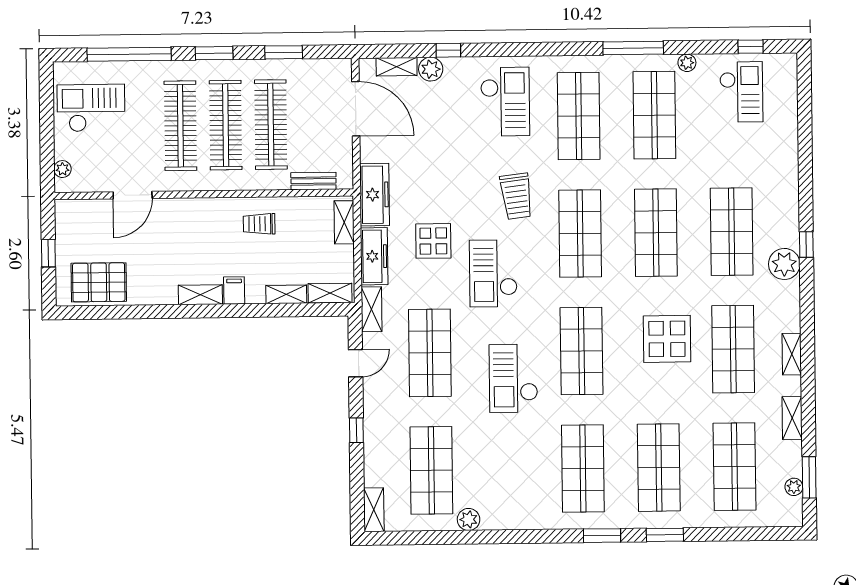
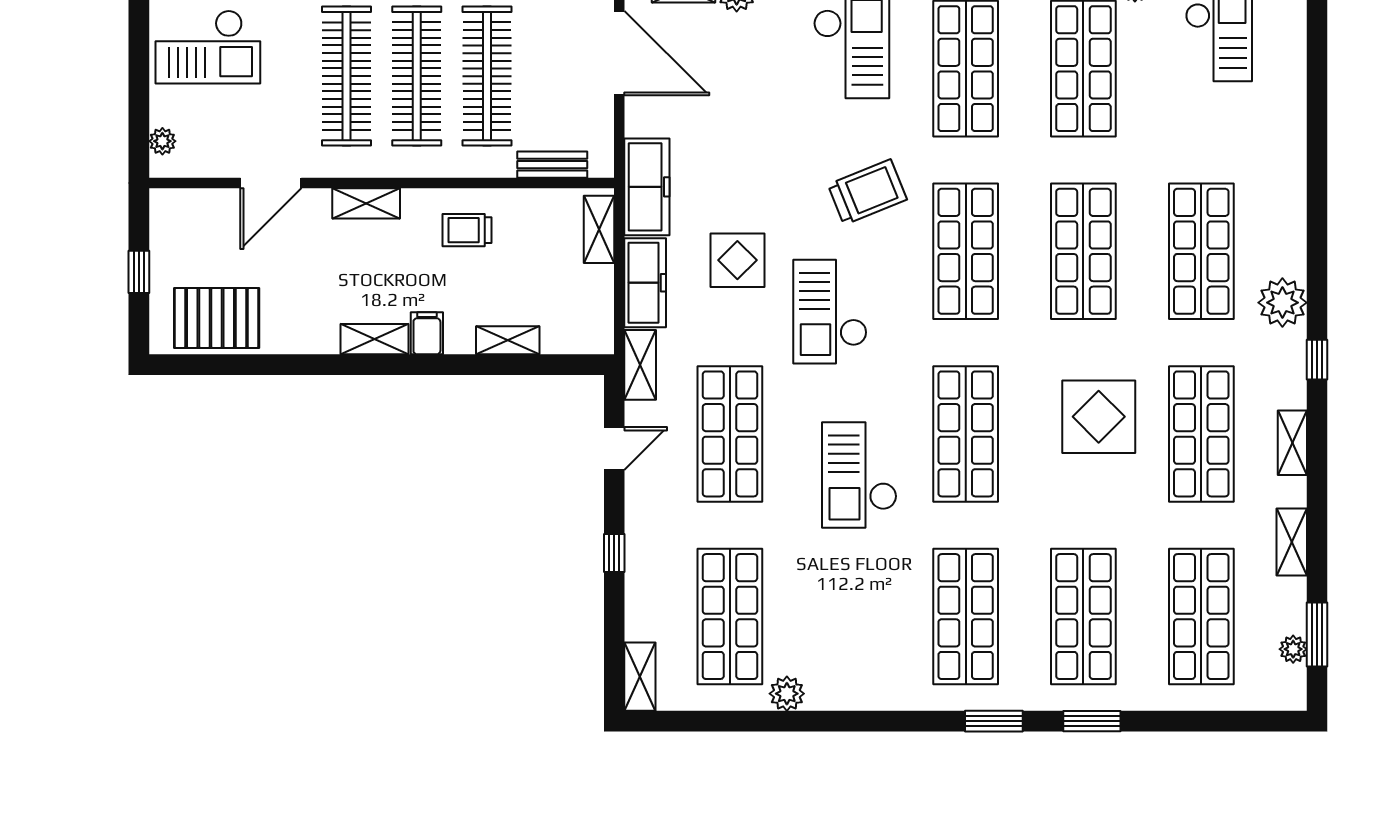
checkout: (91, 108) -> (208, 47), turned 180
trolley: (516, 196) -> (867, 192), turned -105
window: (806, 245) -> (1317, 360), moved
shelving: (330, 293) -> (366, 203), moved

